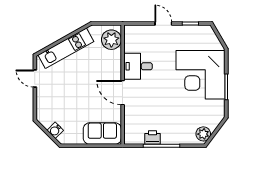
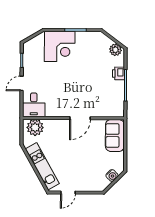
desk: (138, 66) -> (34, 105), moved
corner desk: (201, 75) -> (60, 46), width x0.74, depth x0.74
printer: (153, 138) -> (118, 73), moved

